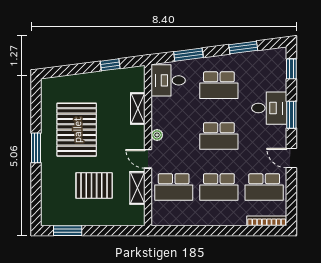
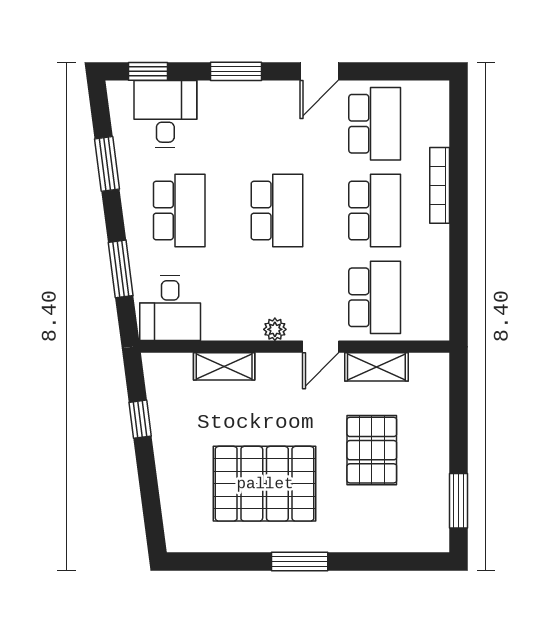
desk: (269, 108) -> (165, 114), moved
bookcase: (267, 221) -> (440, 185), moved

